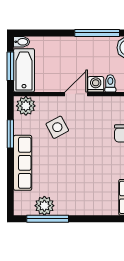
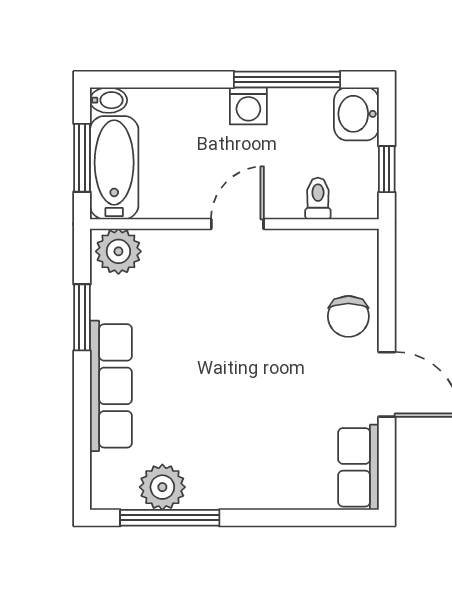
washing machine: (96, 84) -> (248, 106), moved, turned 180
side table: (57, 127) -> (193, 302), removed

